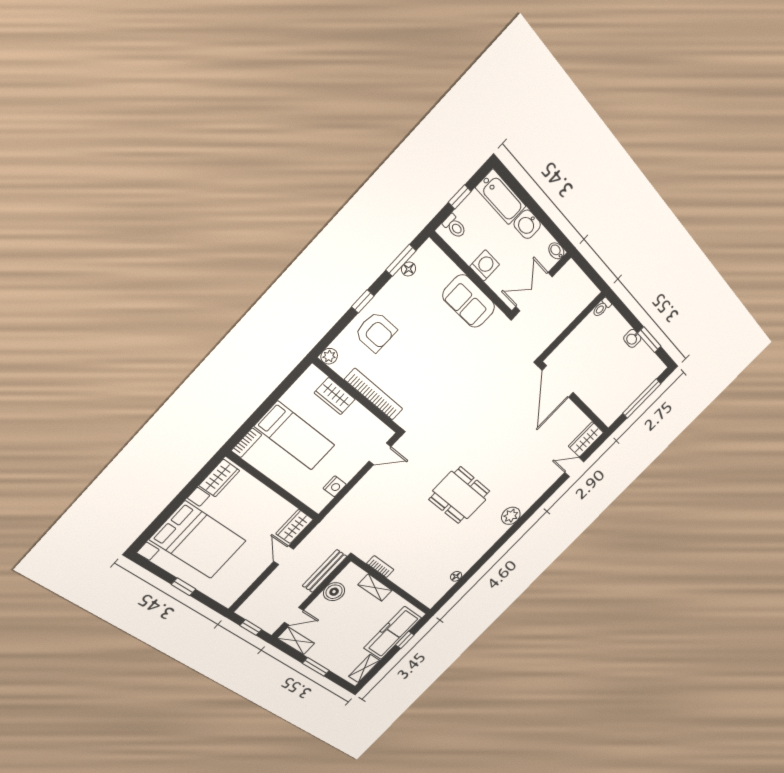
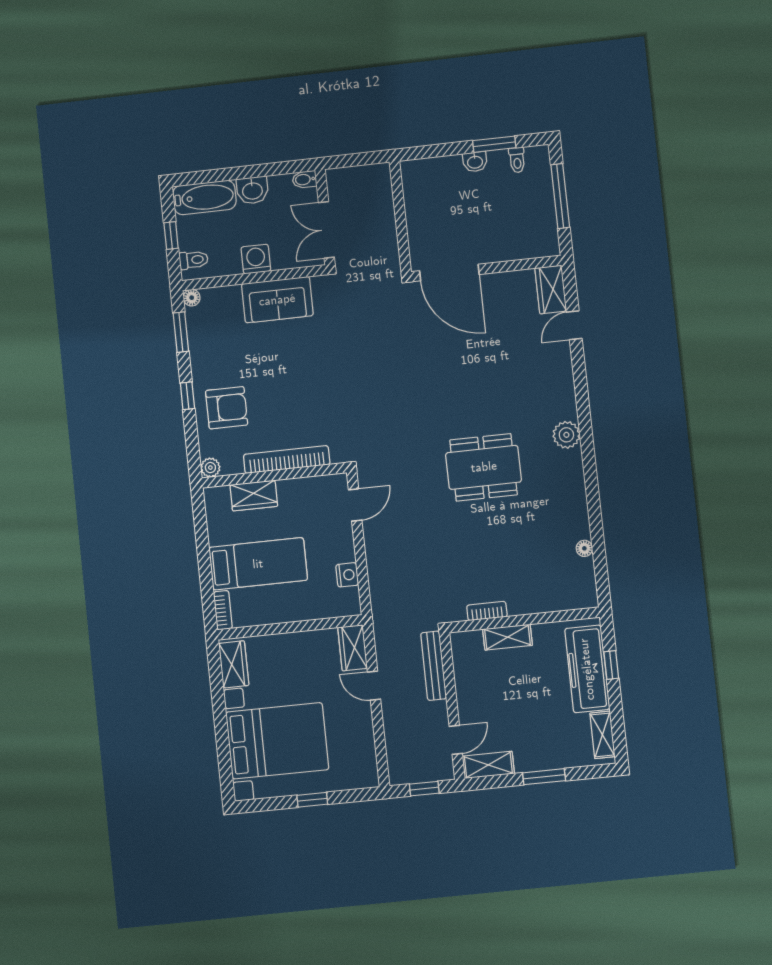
floor lamp: (409, 269) -> (192, 298), moved
toilet: (602, 307) -> (517, 160), moved
boiler: (334, 592) -> (468, 679), removed

